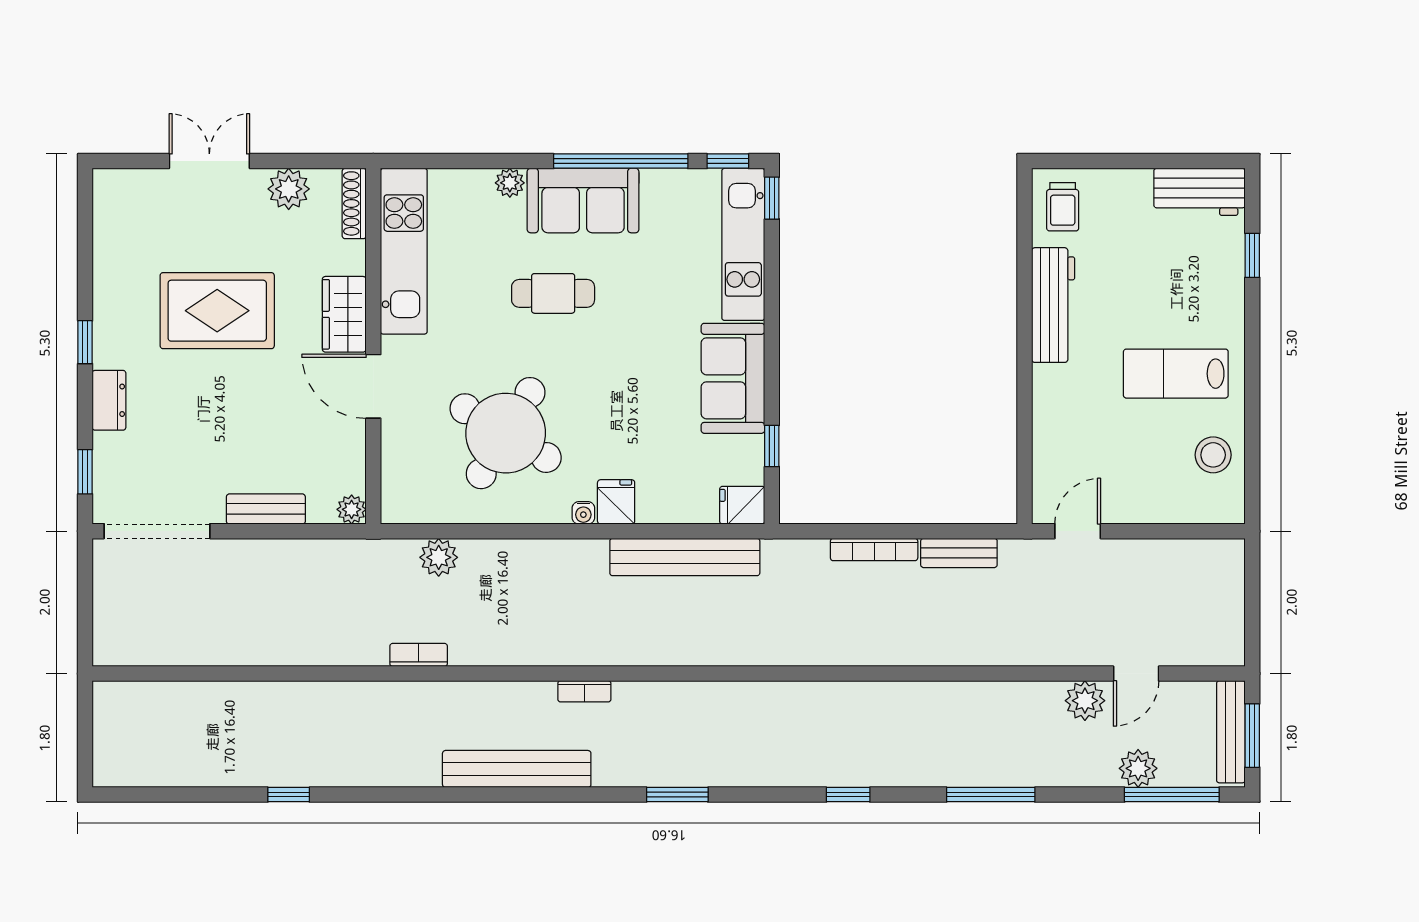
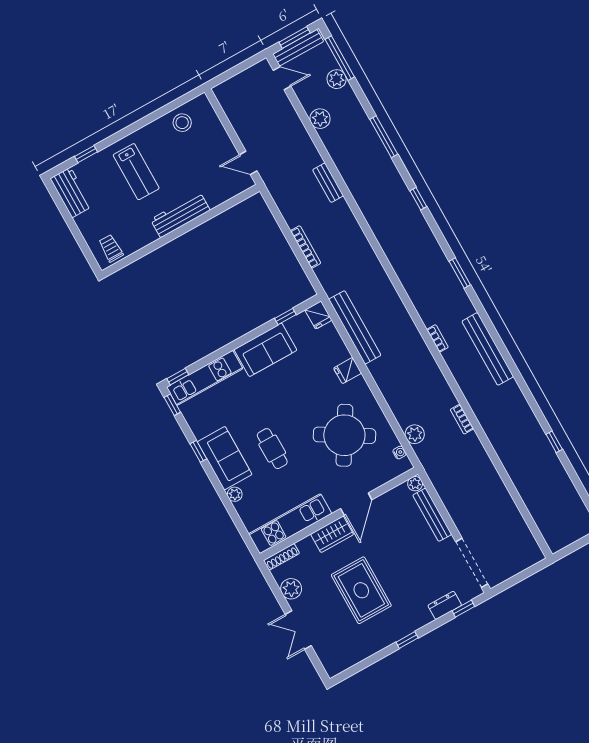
window: (621, 161) -> (198, 451), width x0.32
trolley: (1063, 207) -> (111, 248), turned -90
workbench: (1053, 305) -> (180, 215), moved
lab bench: (1176, 374) -> (136, 172), moved
dresser: (109, 400) -> (445, 605), moved
bench: (266, 509) -> (432, 515), width x1.36
water cooler: (583, 513) -> (400, 452), moved
bench: (959, 553) -> (328, 183), moved
door: (1136, 674) -> (282, 78), moved

